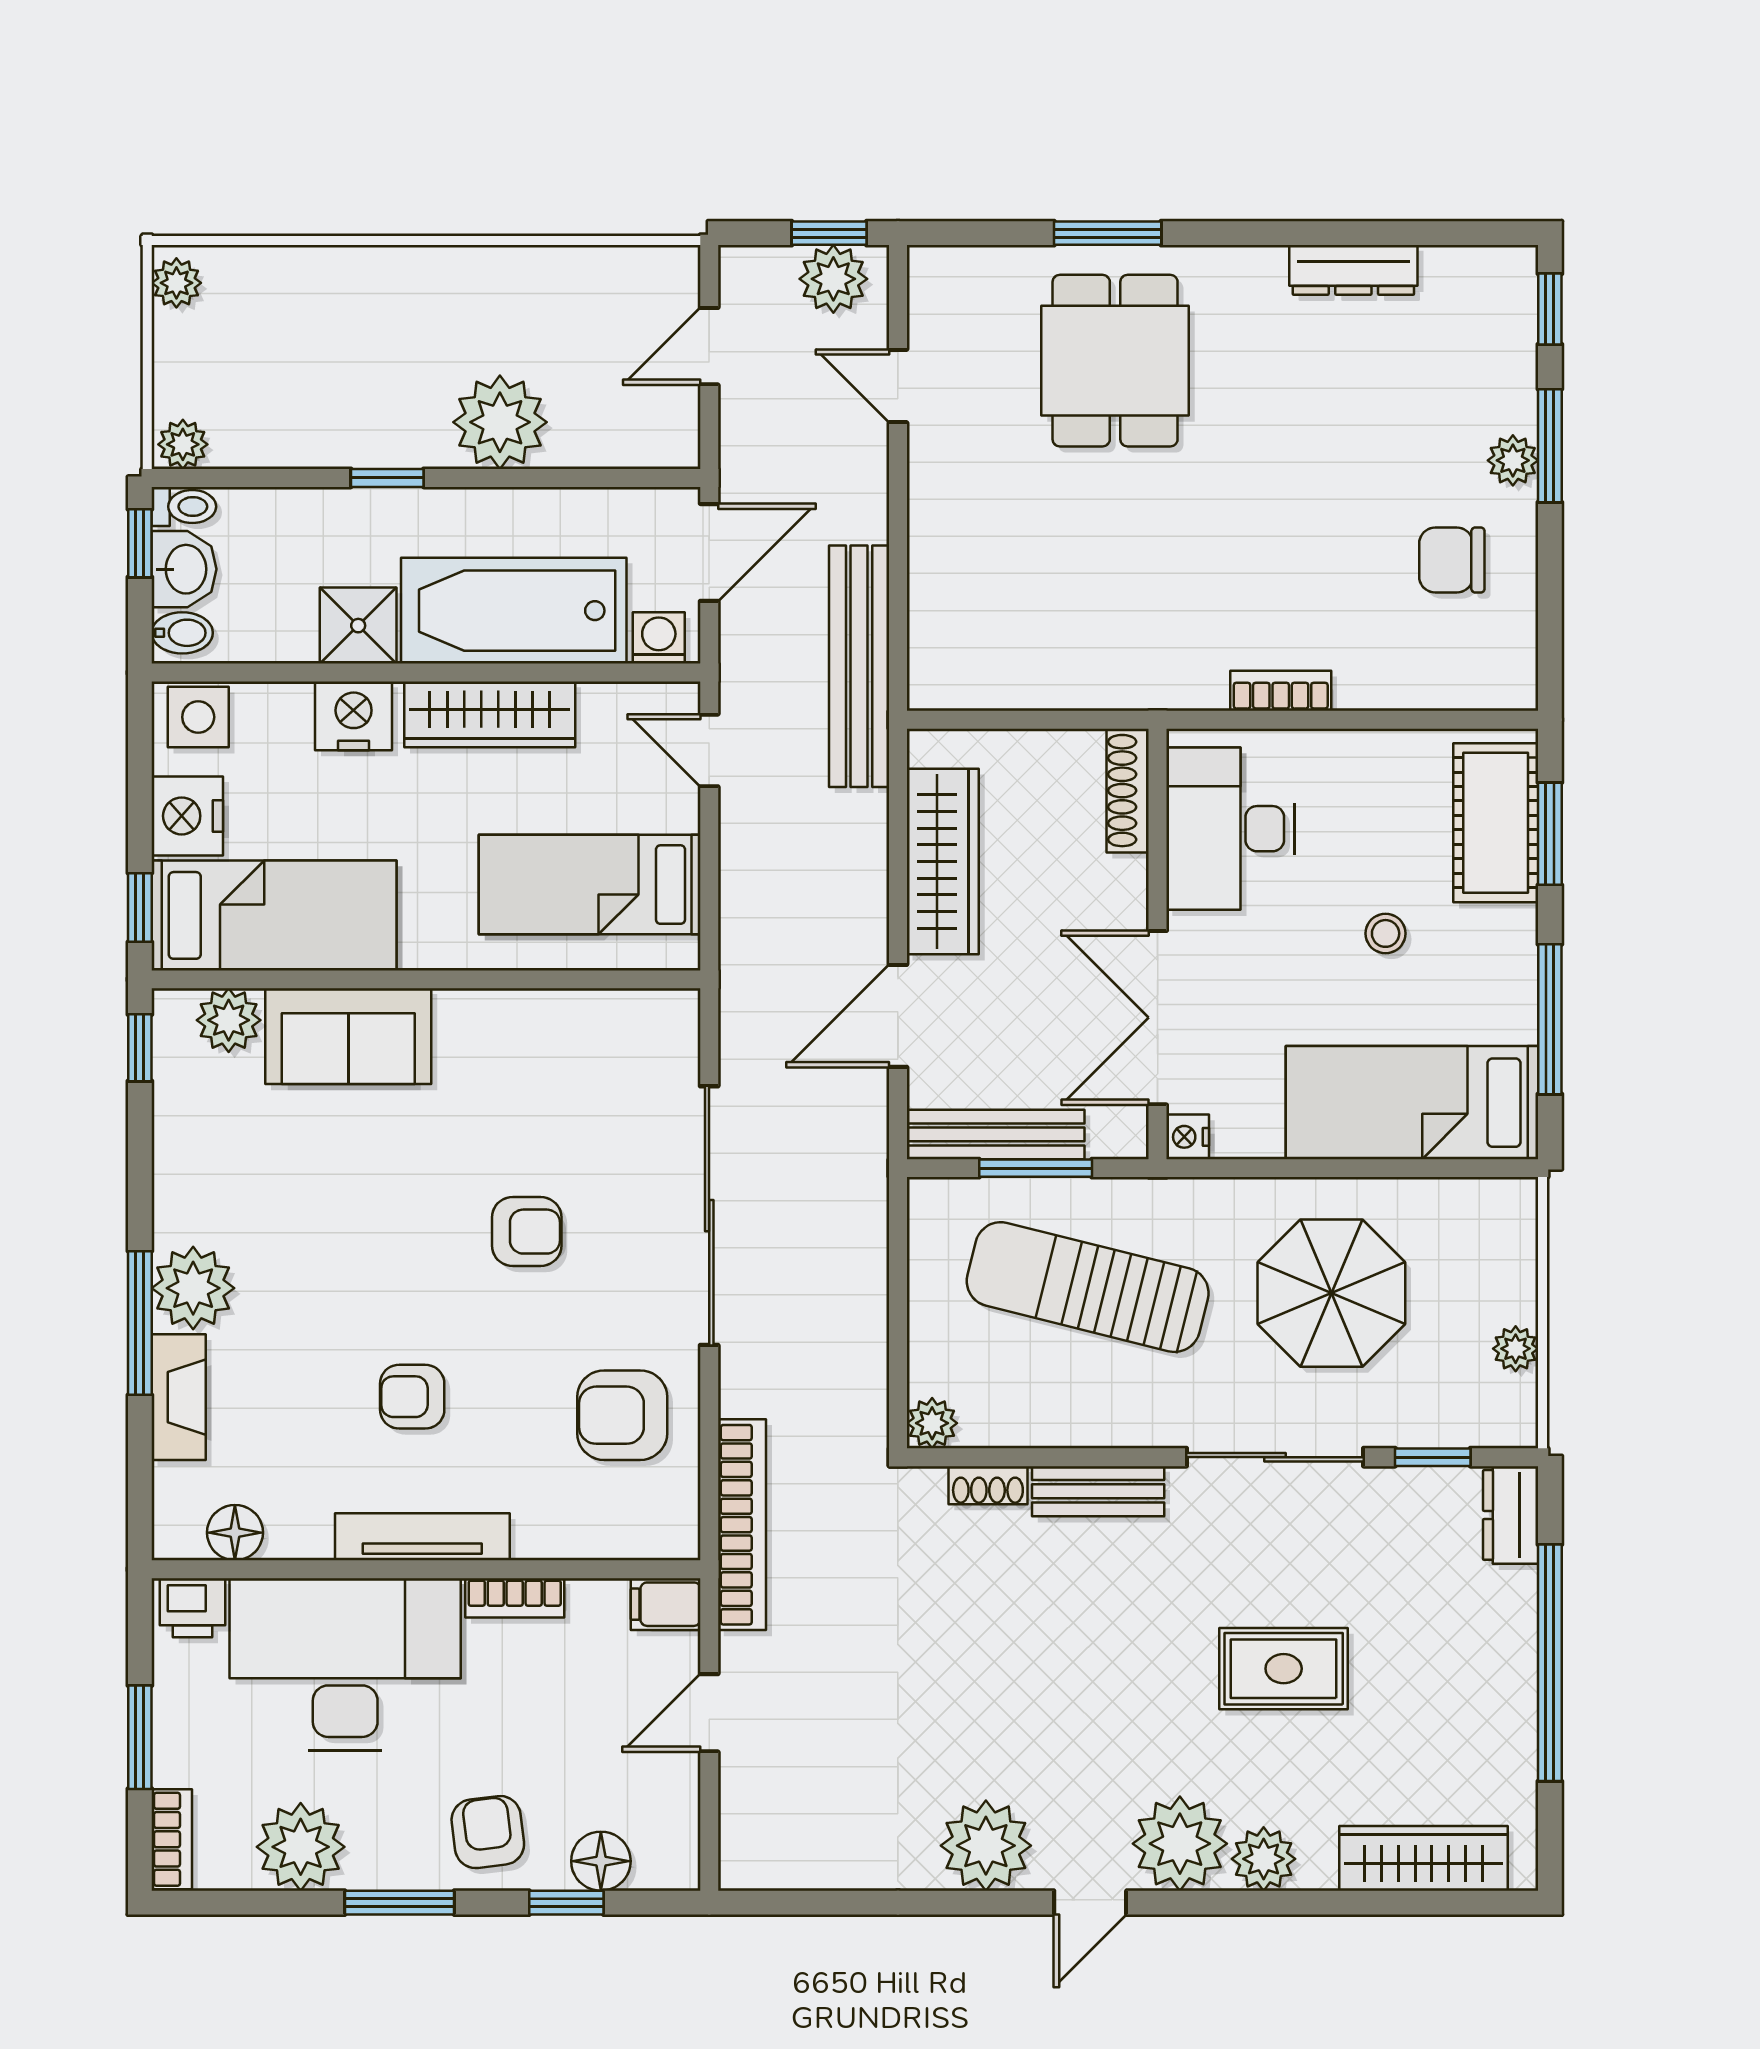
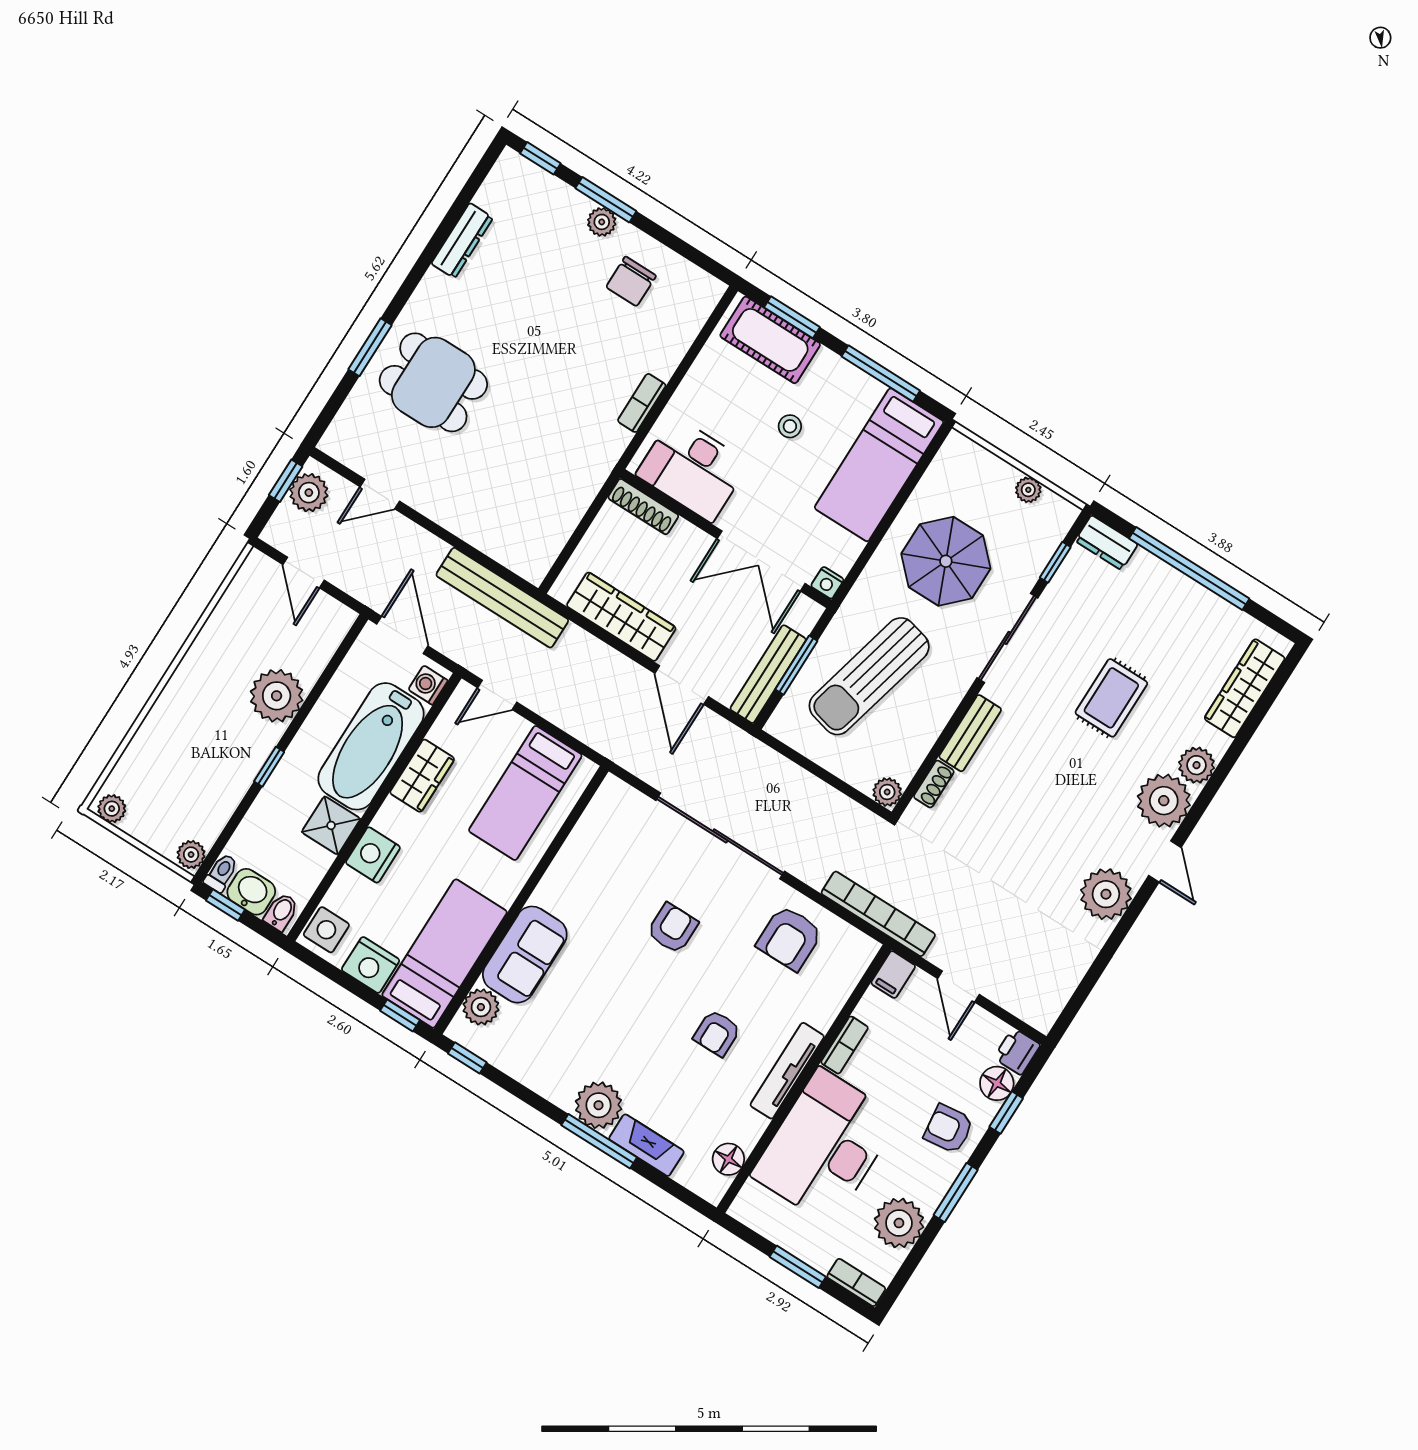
wardrobe: (490, 714) -> (422, 776), width x0.67
printer: (193, 1608) -> (1017, 1051), moved, turned 180

